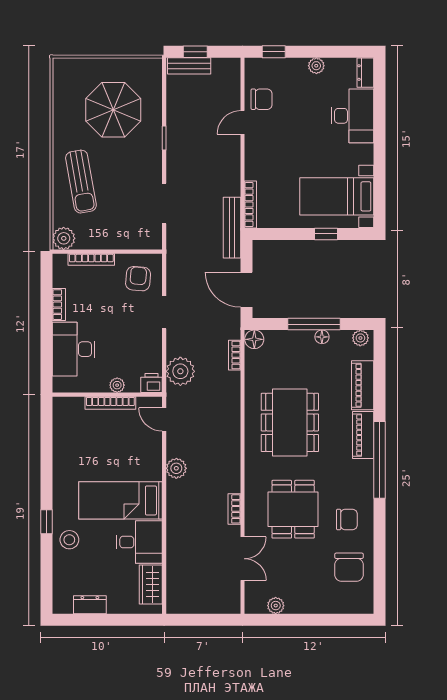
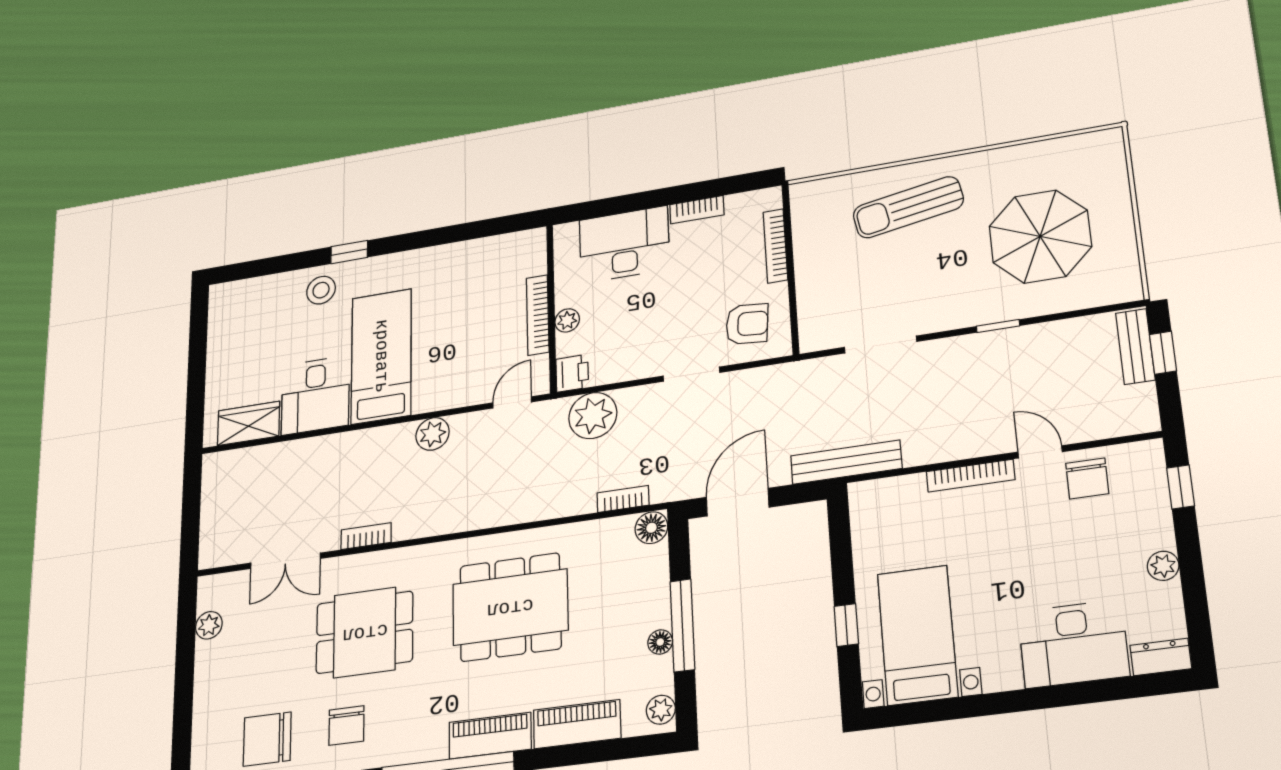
bookcase: (250, 205) -> (971, 476), moved
plant: (64, 238) -> (808, 198), removed
dresser: (90, 605) -> (221, 337), removed

